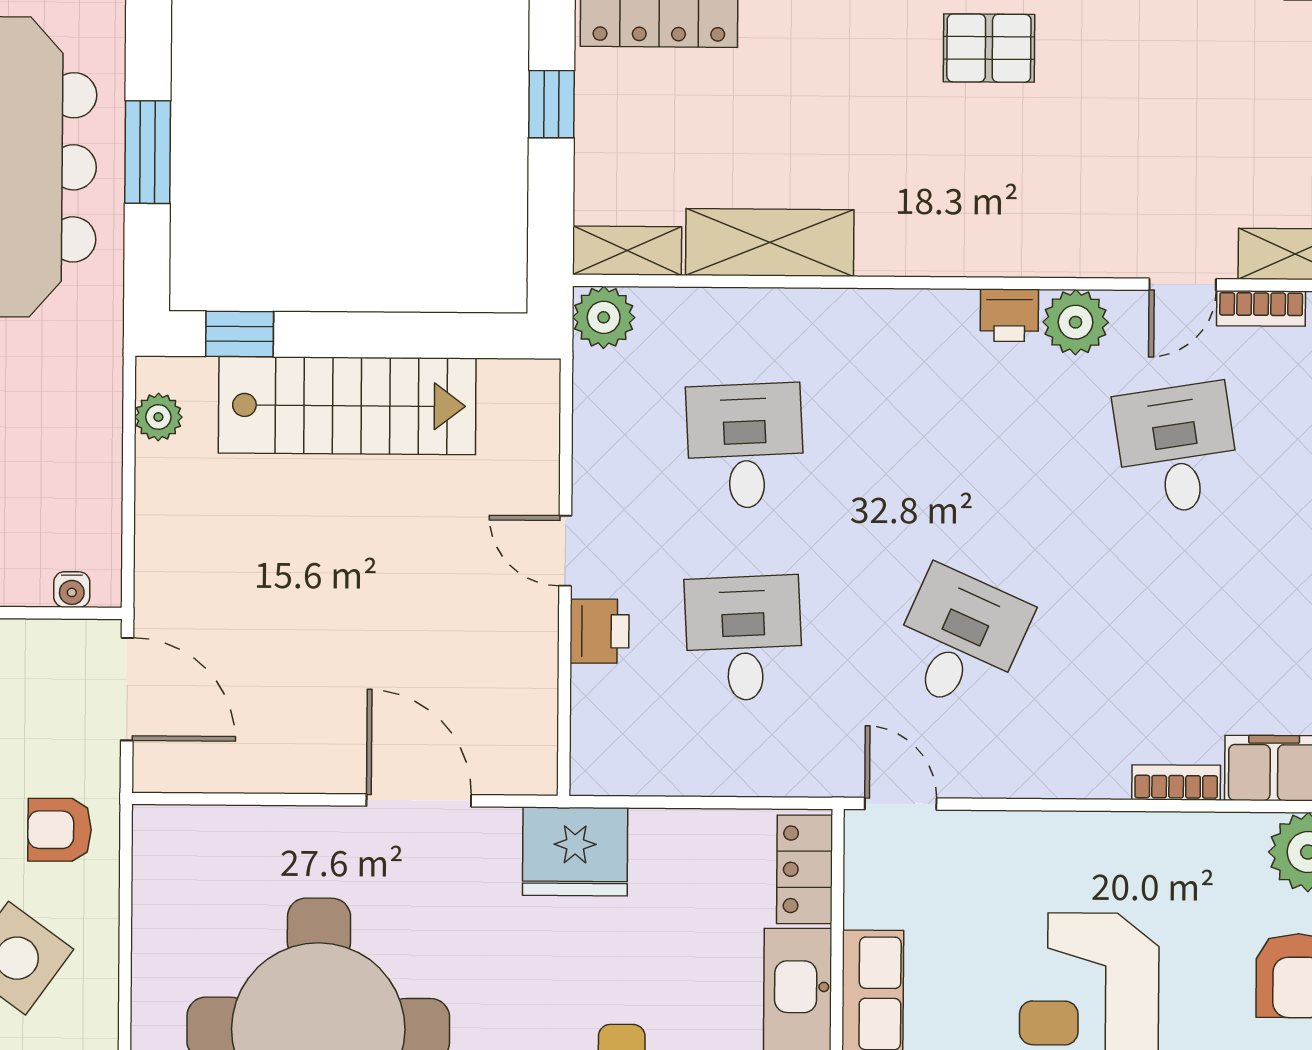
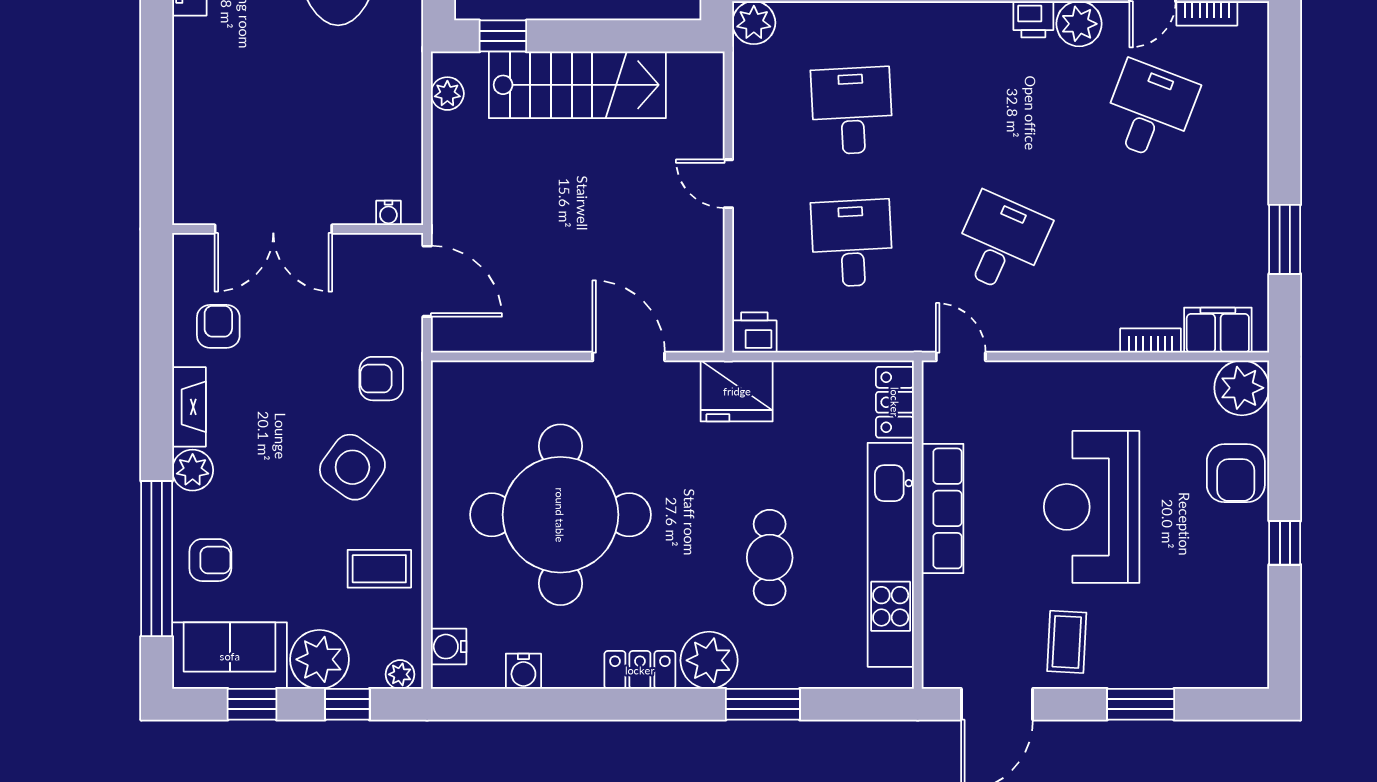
desk: (1177, 449) -> (1150, 111), turned 30
printer: (599, 631) -> (754, 333), moved, turned -90

